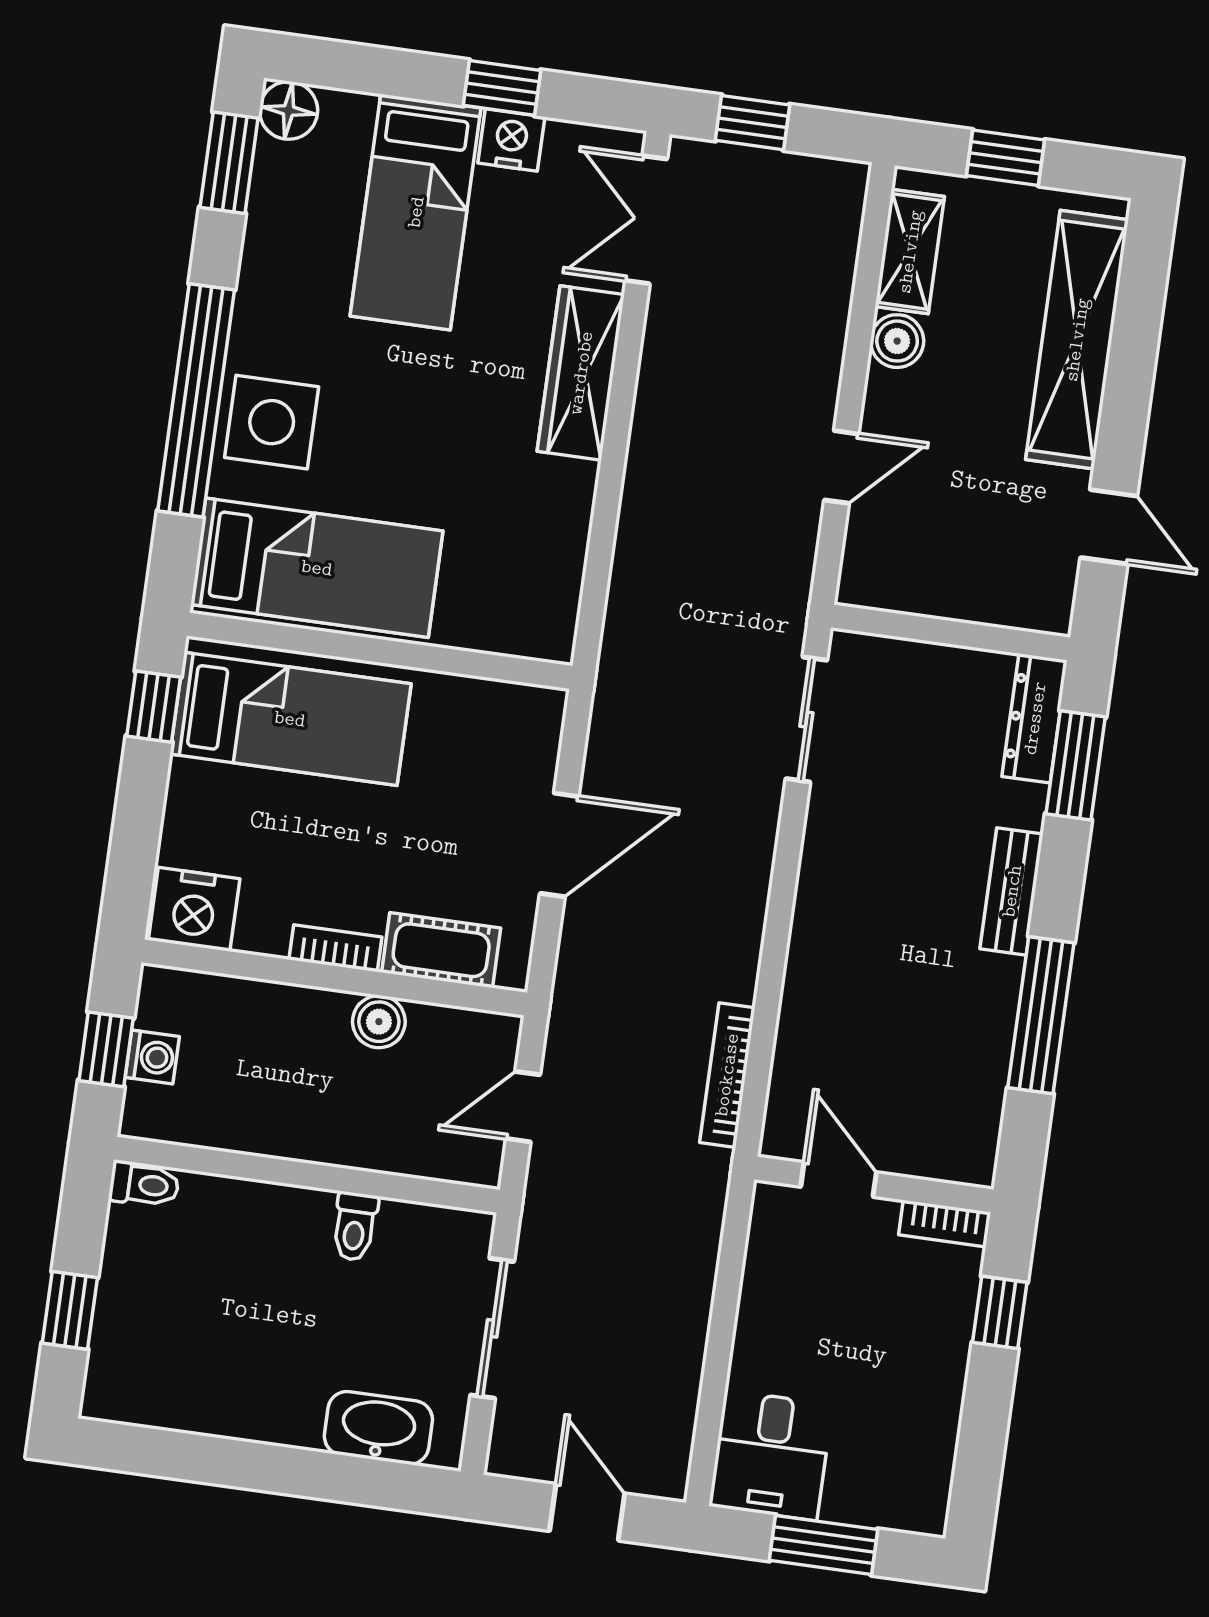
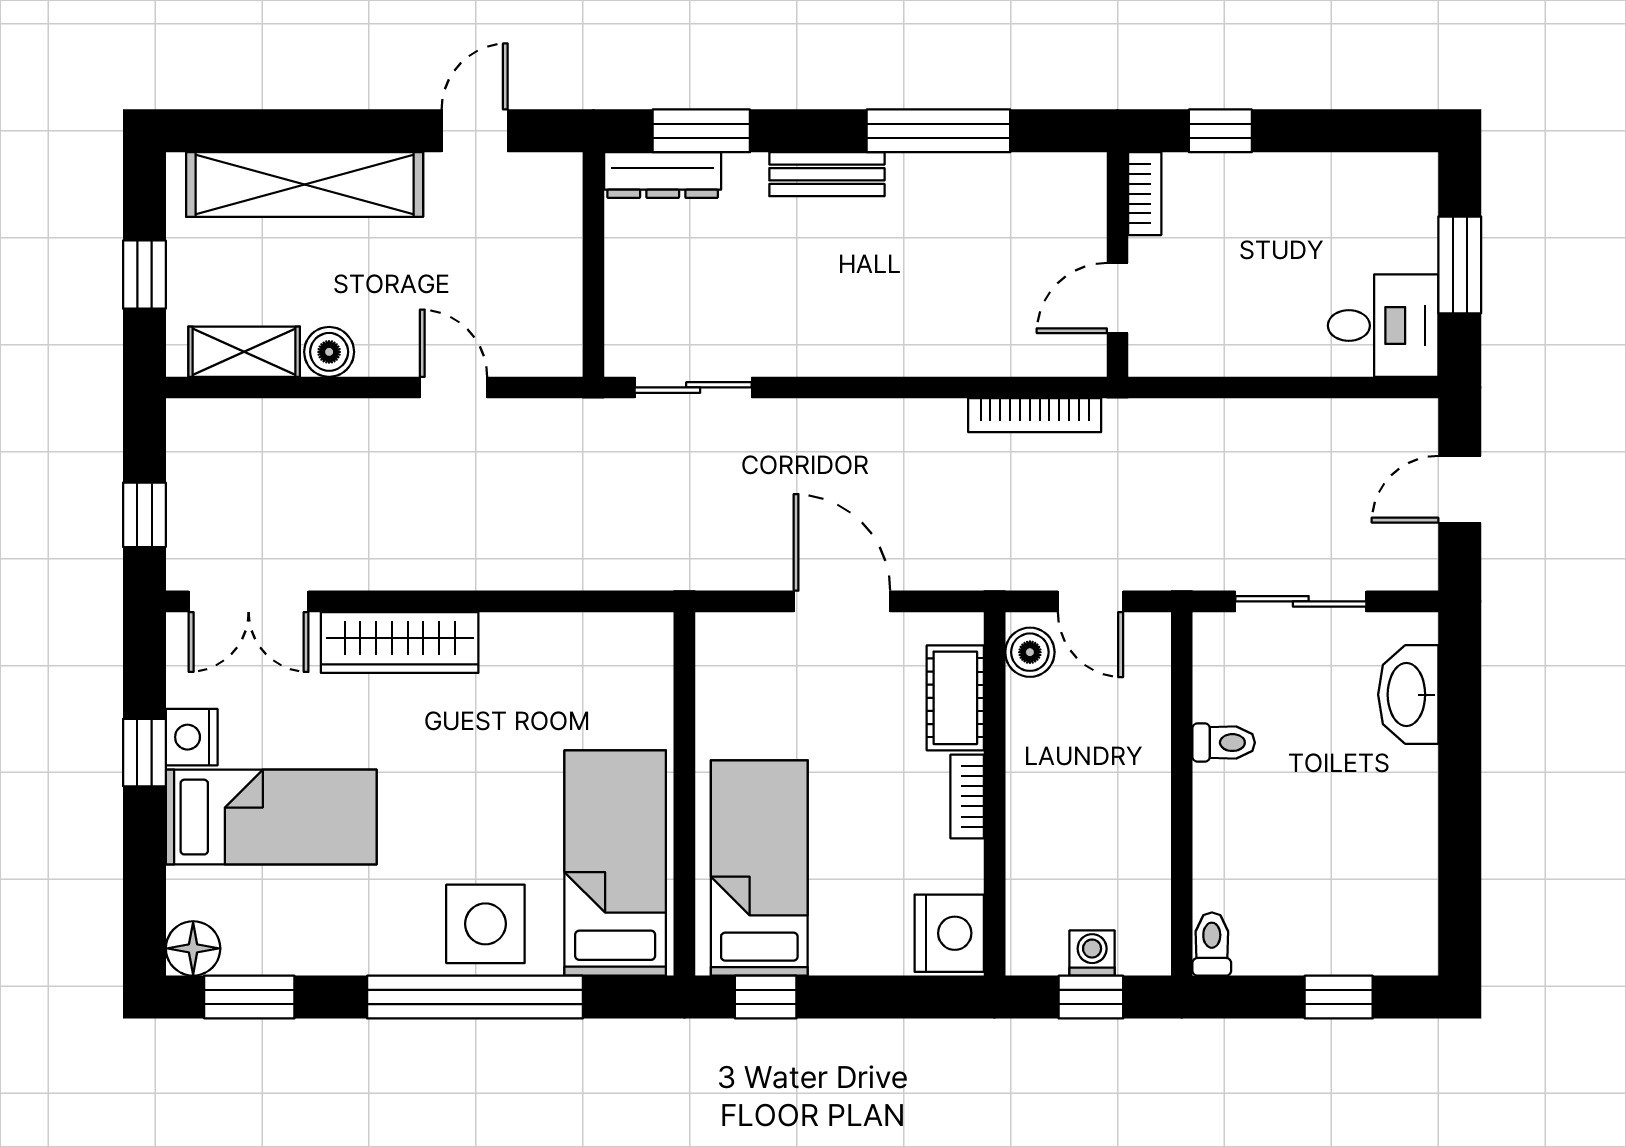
boiler: (379, 1022) -> (1030, 652), moved

